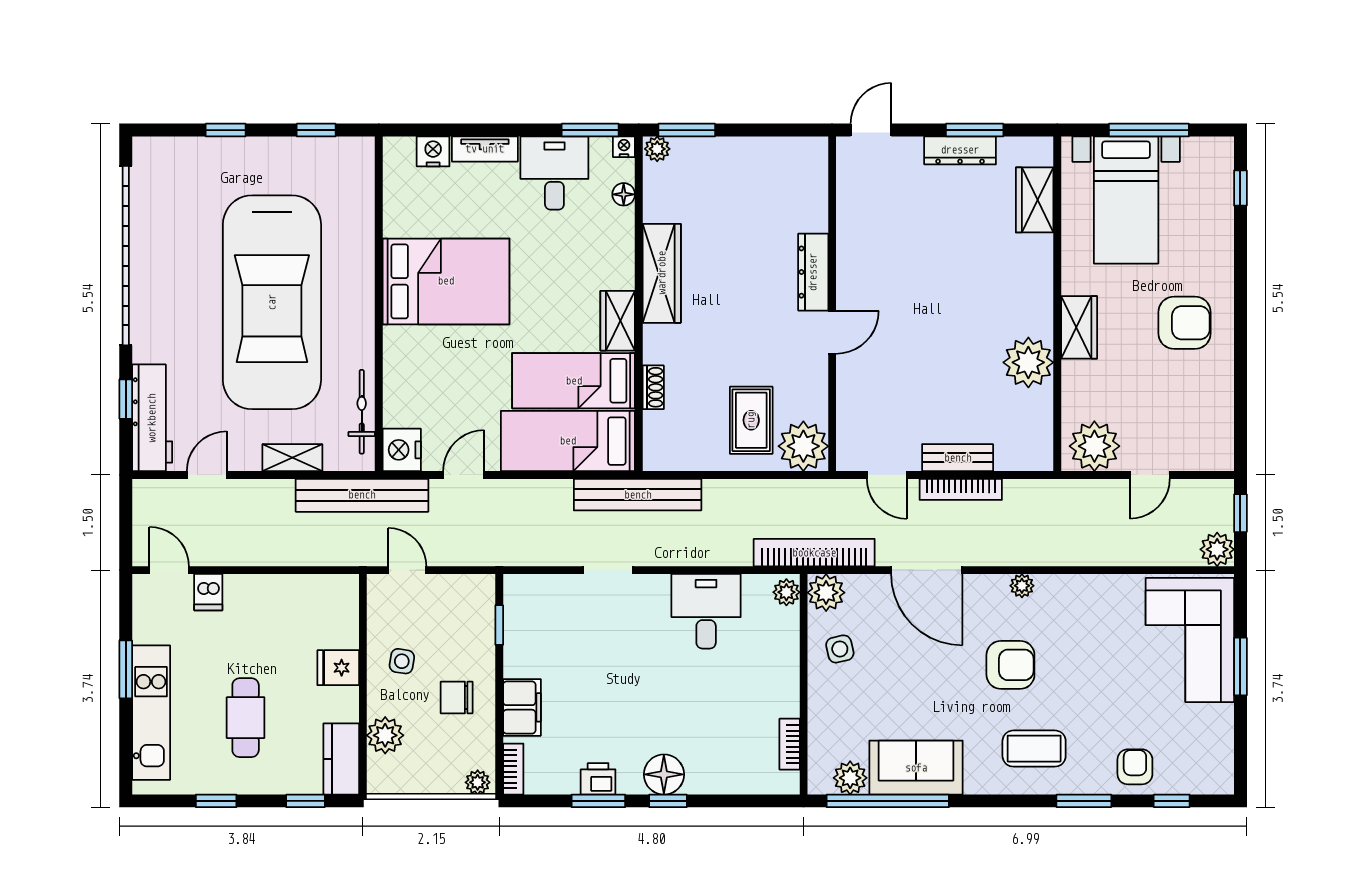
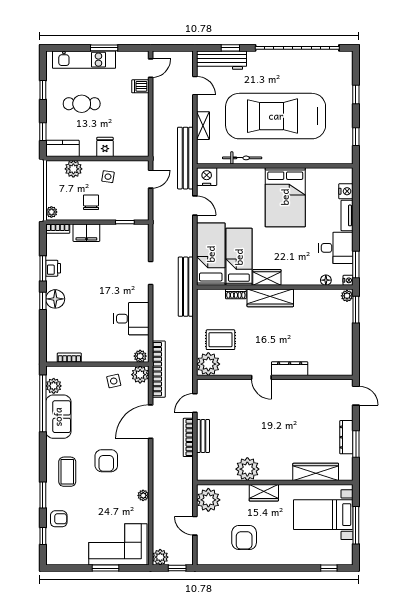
wardrobe: (1035, 200) -> (316, 472), width x1.50
wardrobe: (662, 273) -> (270, 298), moved
armchair: (1185, 323) -> (244, 538), moved
bicycle: (362, 412) -> (242, 158), moved
plant: (1022, 586) -> (143, 495), moved

